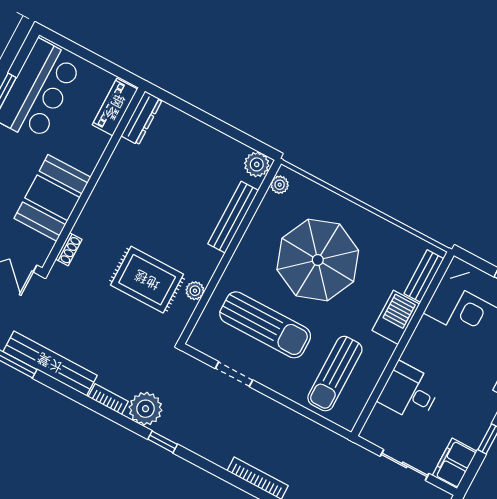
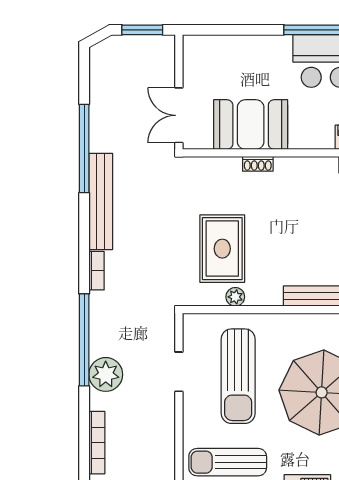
shoe rack: (69, 249) -> (258, 164), moved
plant: (146, 409) -> (106, 374), moved
window: (163, 442) -> (84, 340), width x3.17

